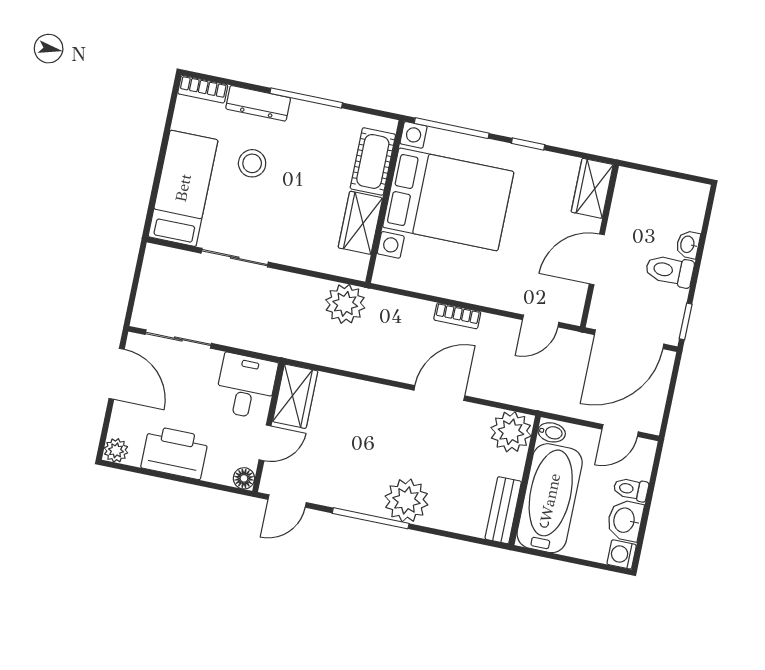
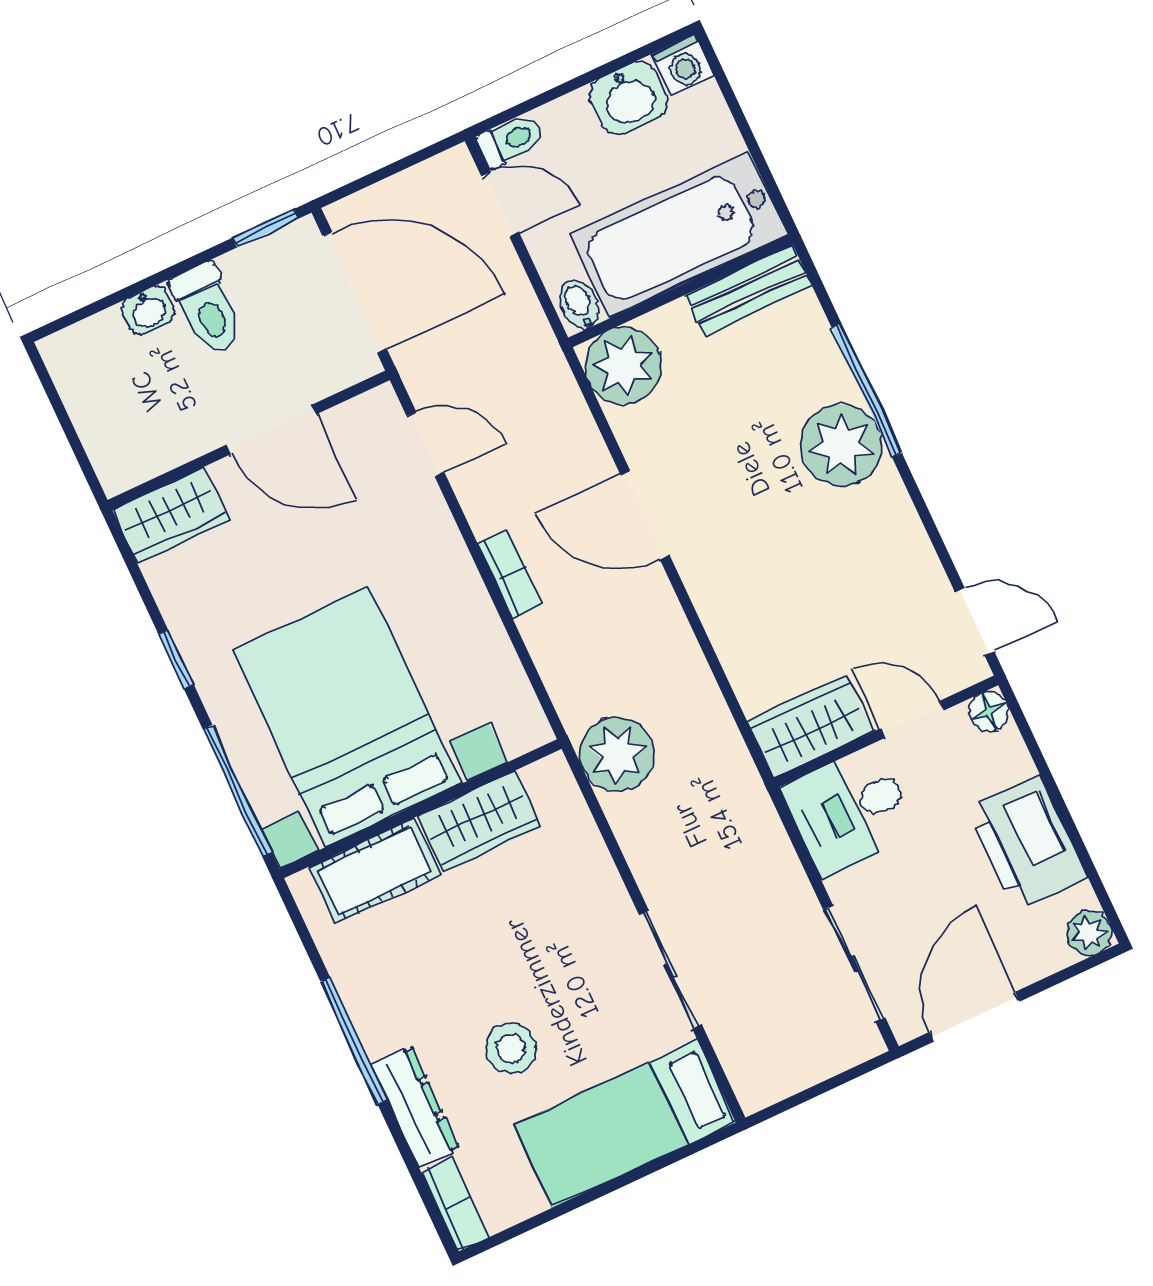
toilet: (631, 489) -> (511, 141), moved, turned -90
window: (371, 518) -> (867, 390), moved

